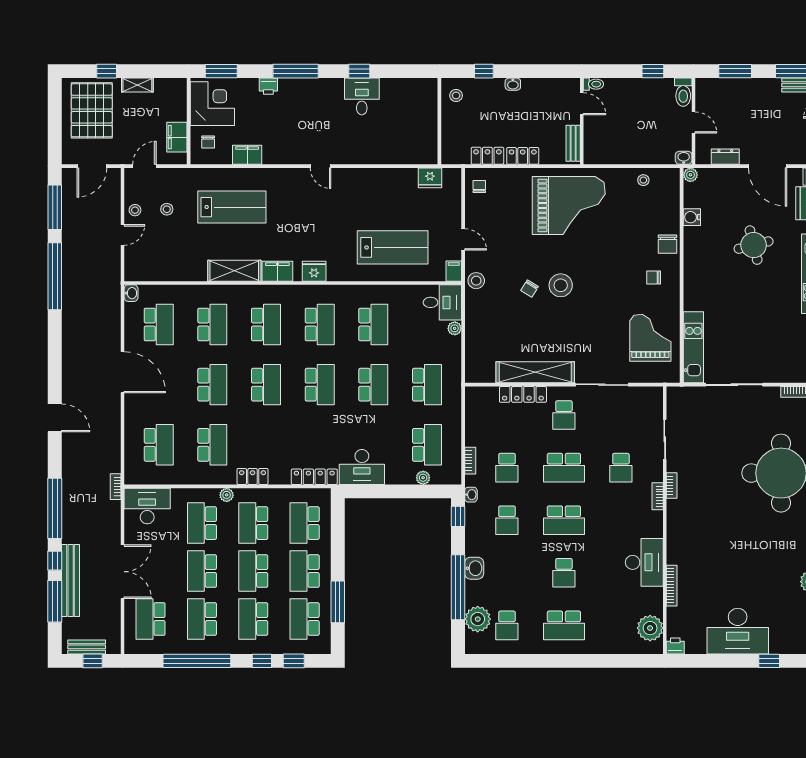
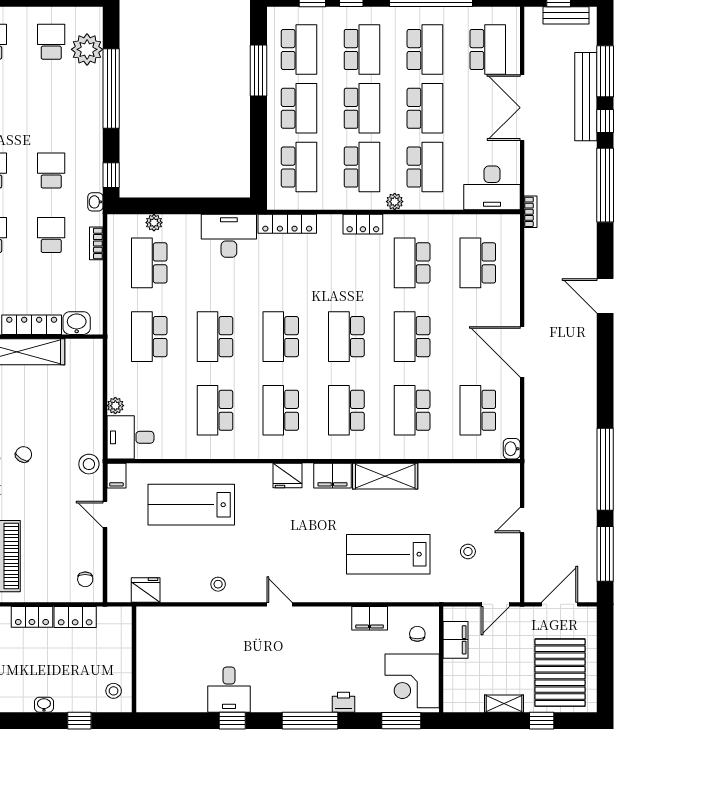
stool: (135, 210) -> (218, 584), moved
washbasin: (474, 568) -> (77, 323), moved, turned 90

